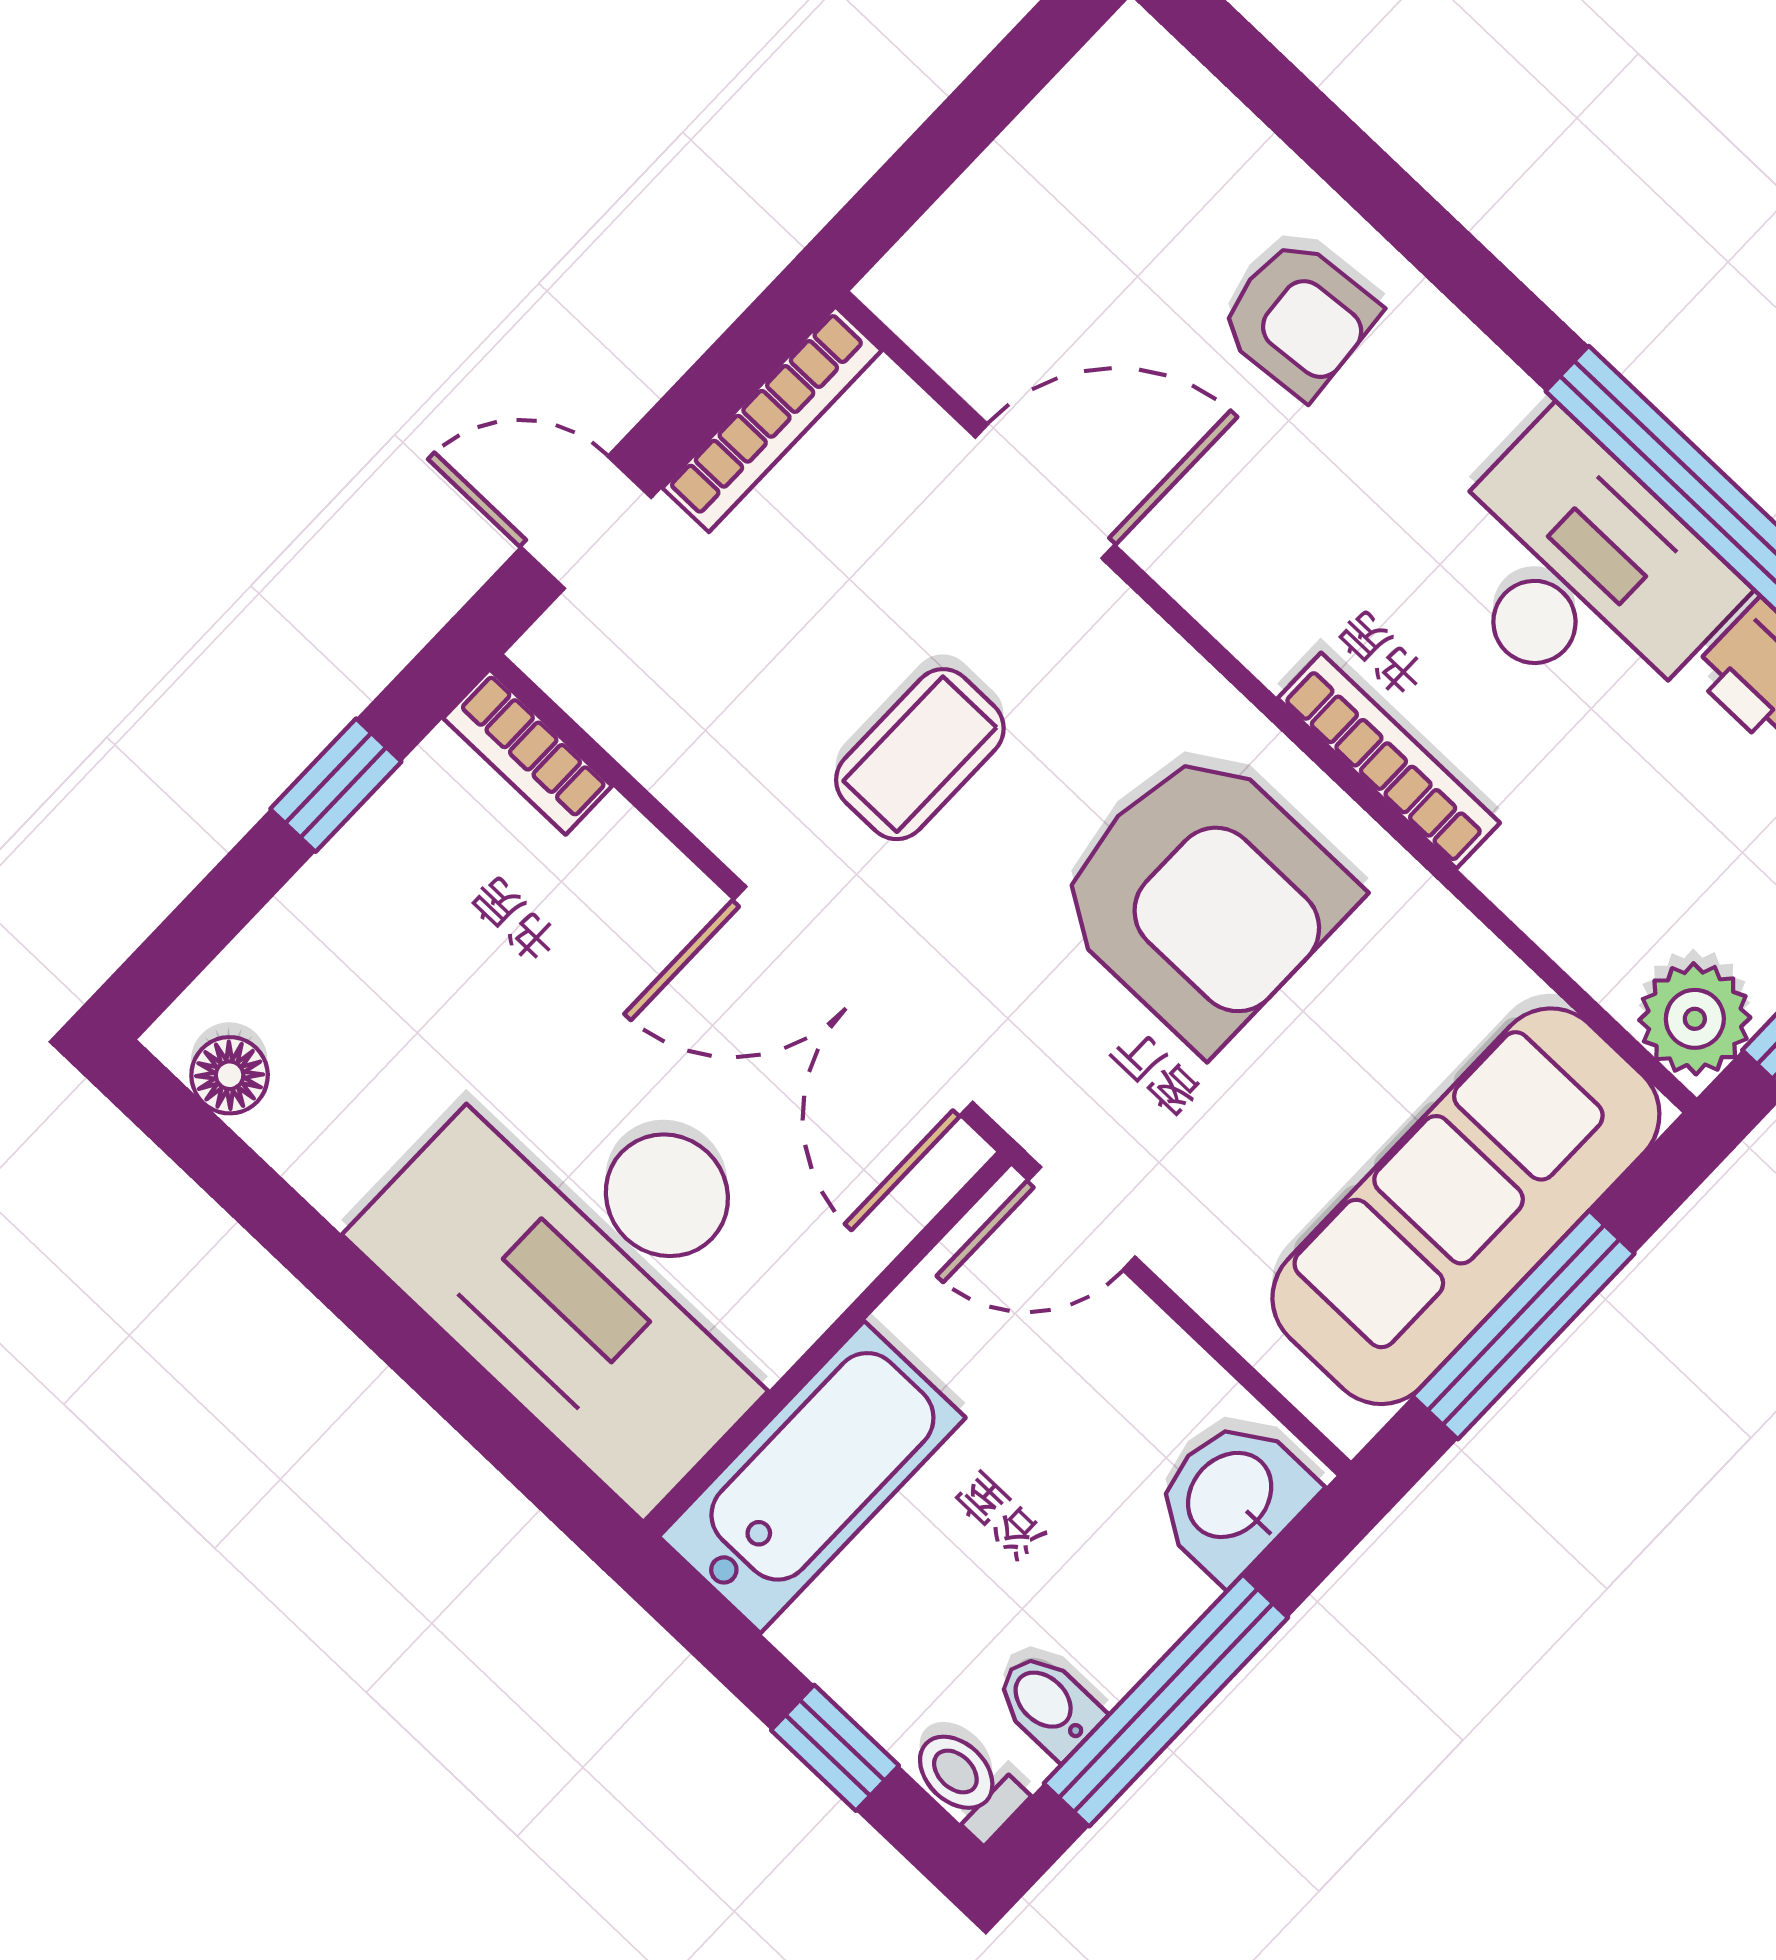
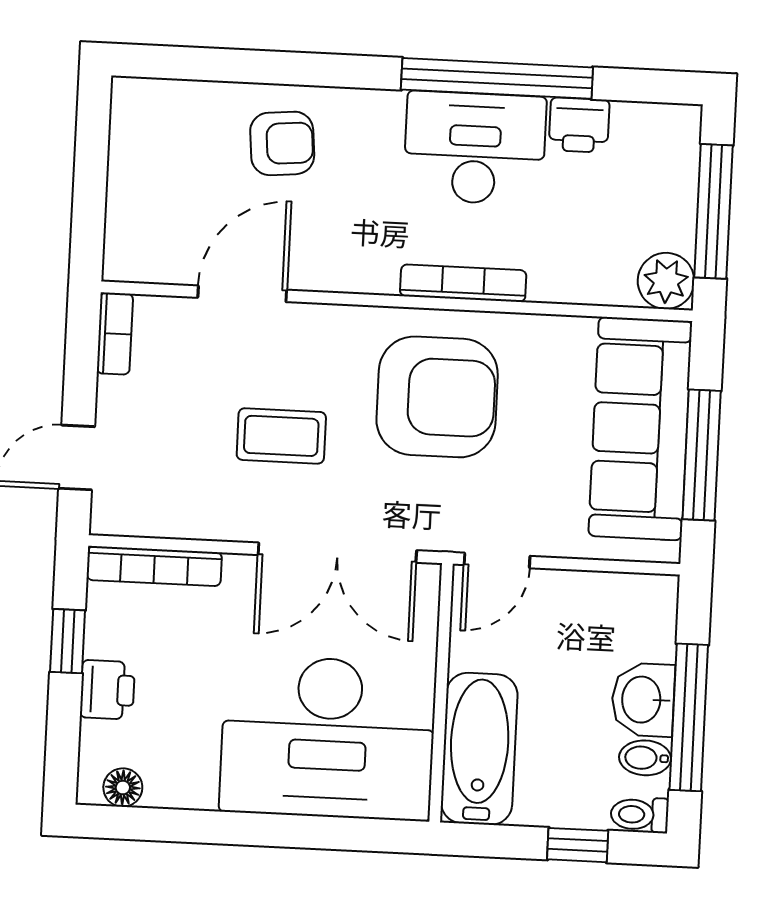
bookcase: (772, 419) -> (115, 334), width x0.64
bookcase: (528, 752) -> (154, 566), width x1.56
coffee table: (920, 754) -> (281, 436), turned 90
printer: (333, 909) -> (107, 690), added
washbasin: (1232, 1497) -> (643, 700), moved

